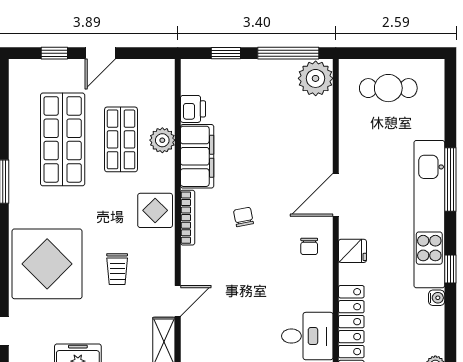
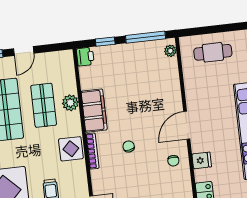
plant: (316, 78) -> (170, 51), width x0.53, depth x0.53
printer: (193, 109) -> (85, 57), moved

